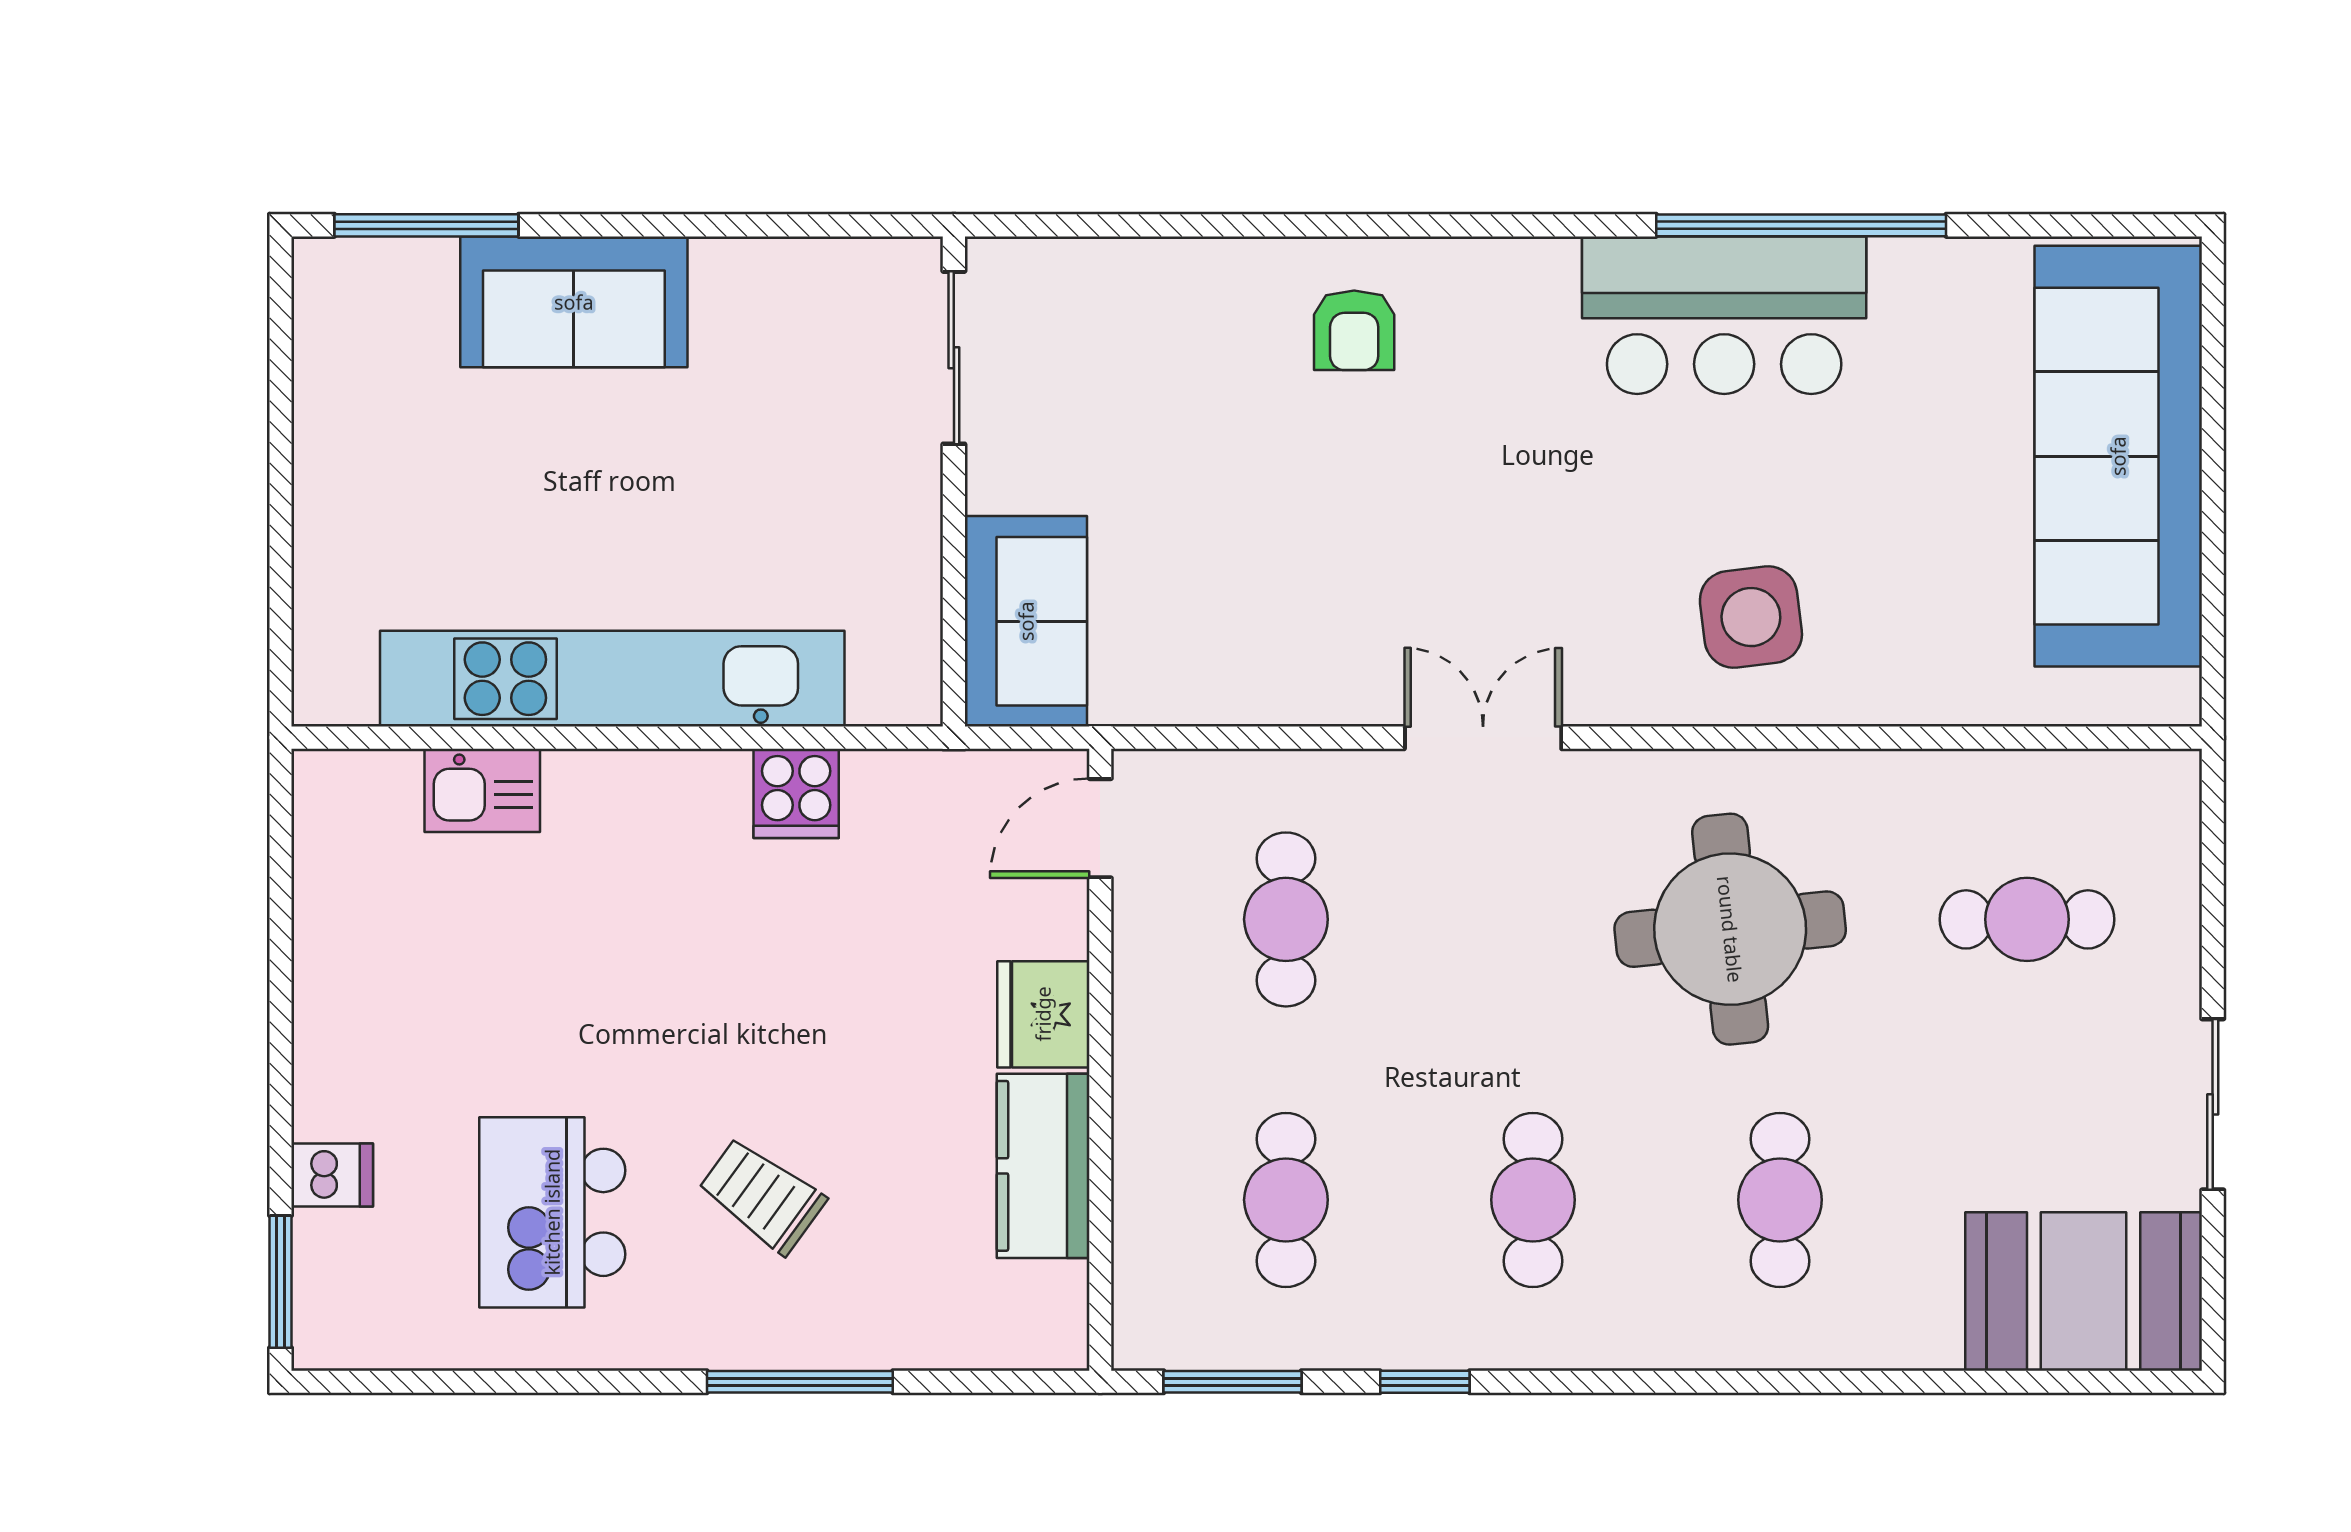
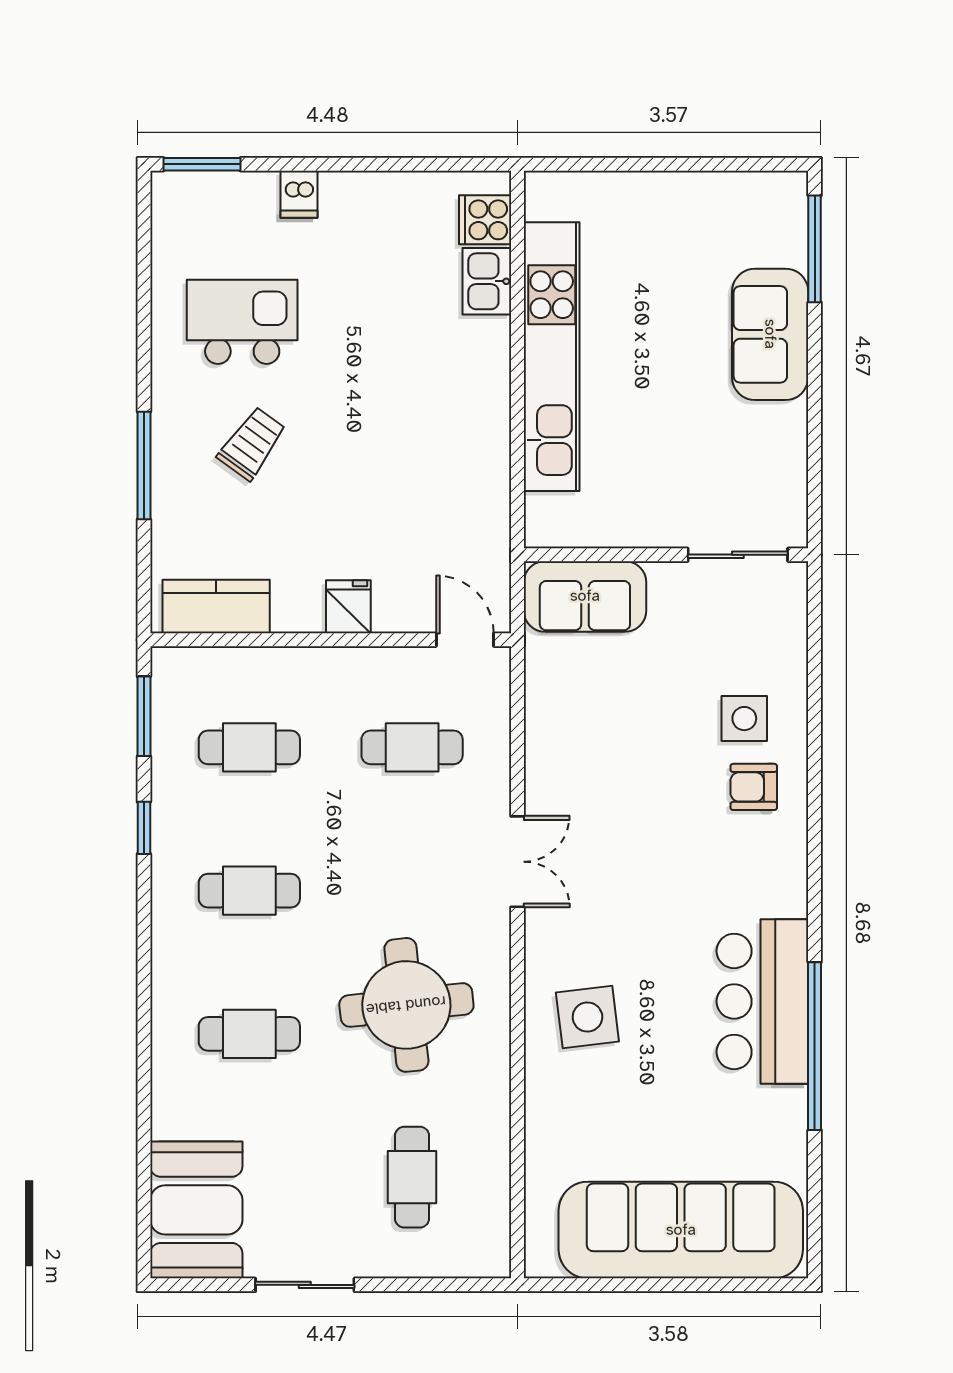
side table: (1236, 347) -> (744, 719), added
cooker: (796, 793) -> (485, 220), moved
fridge: (1043, 1014) -> (348, 607), width x0.72
kitchen counter: (1043, 1166) -> (216, 607), moved
dishwasher: (332, 1175) -> (299, 194), moved

